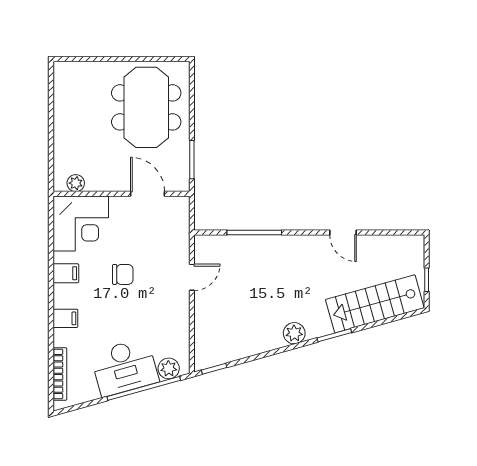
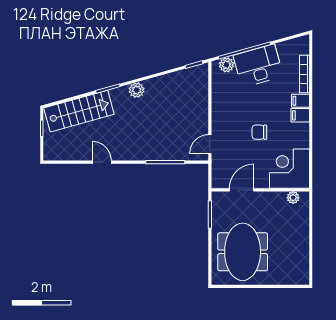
door: (148, 194) -> (242, 190), swing flipped
filing cabinet: (66, 273) -> (300, 115), moved
door: (192, 277) -> (210, 144), moved
bookcase: (60, 374) -> (304, 74), moved

